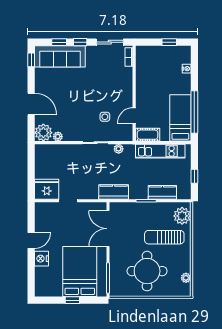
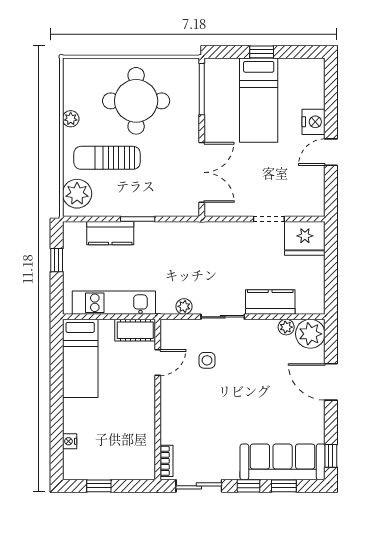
window: (194, 112) -> (57, 368), removed
kitchen counter: (114, 192) -> (270, 302), moved, turned 180
sun lounger: (164, 237) -> (107, 158), turned 180
bed: (80, 272) -> (259, 100), width x0.67
plant: (186, 278) -> (71, 119), moved

